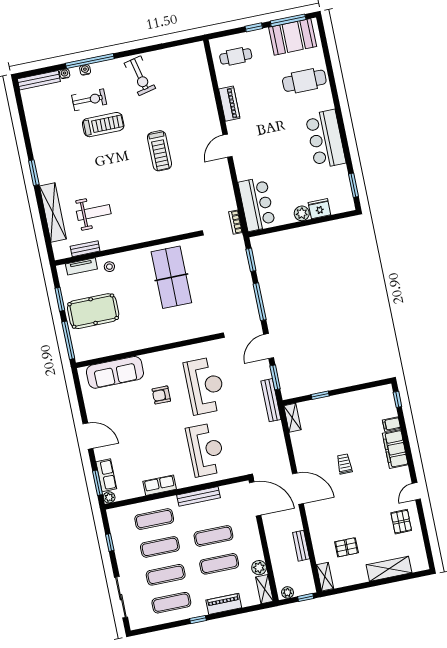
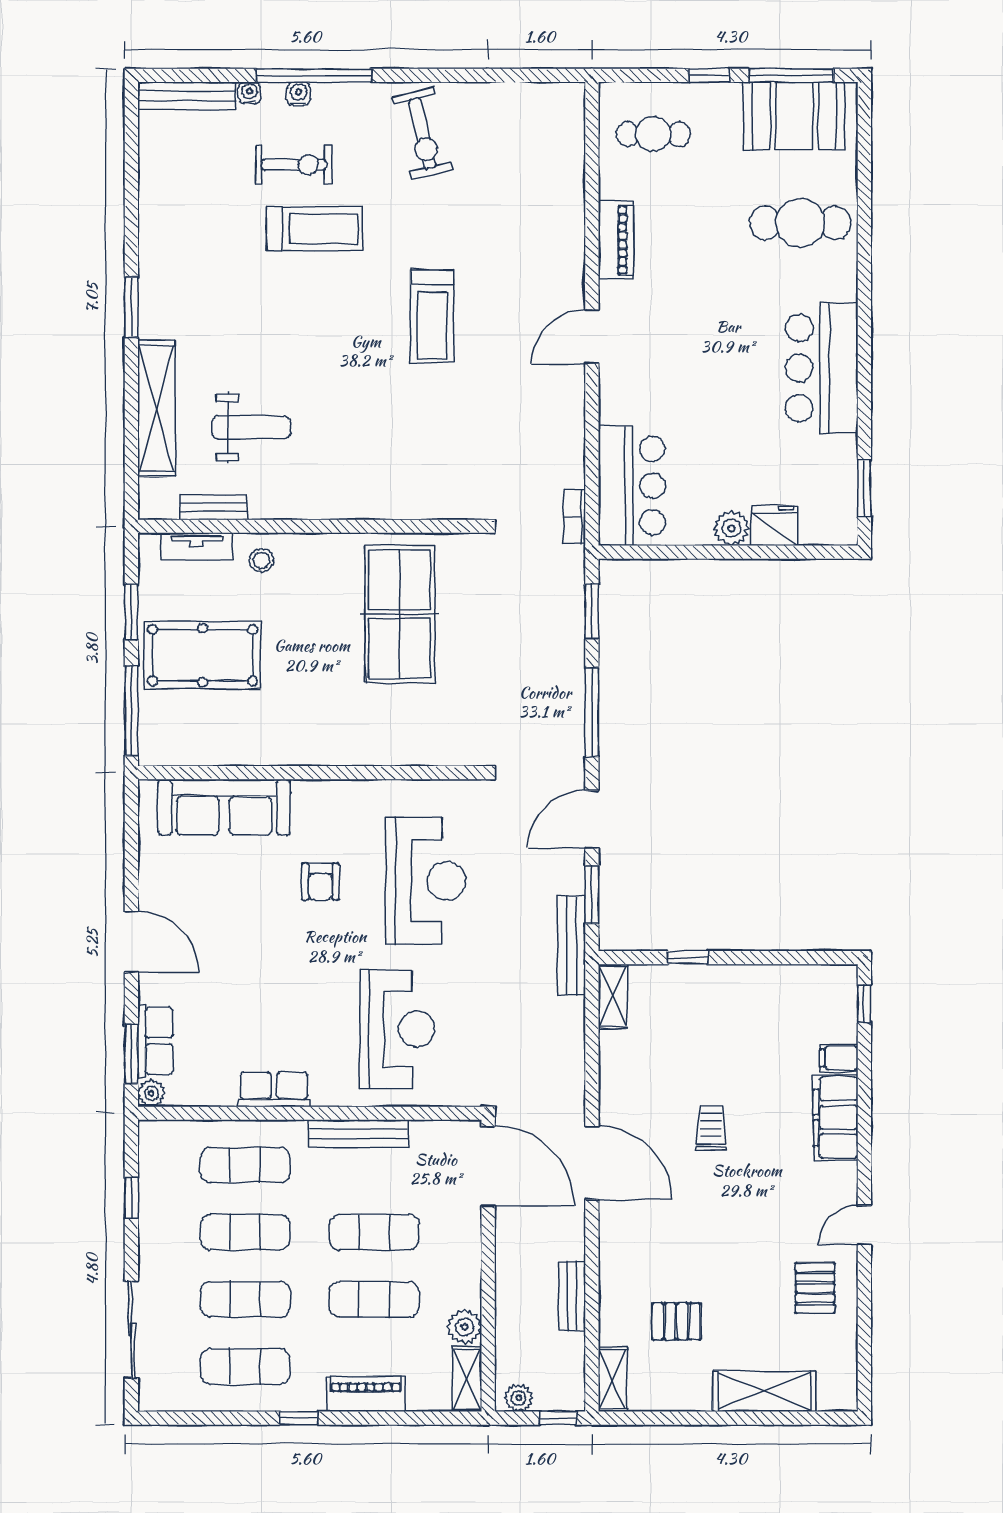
armchair: (161, 395) -> (321, 882), turned -90

